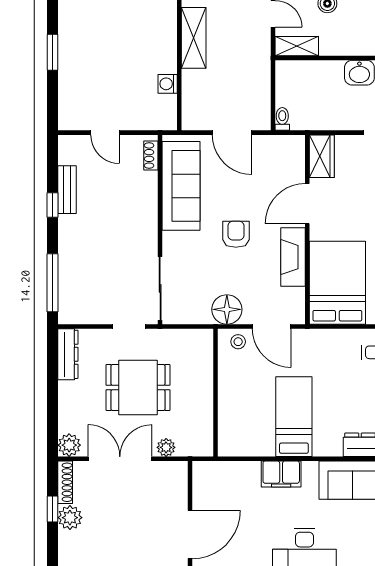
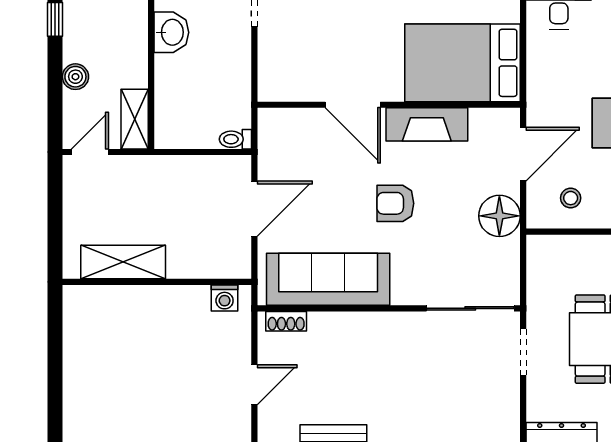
washing machine: (168, 84) -> (225, 298), moved
wardrobe: (322, 156) -> (287, 85), removed
stool: (238, 342) -> (571, 198), moved

